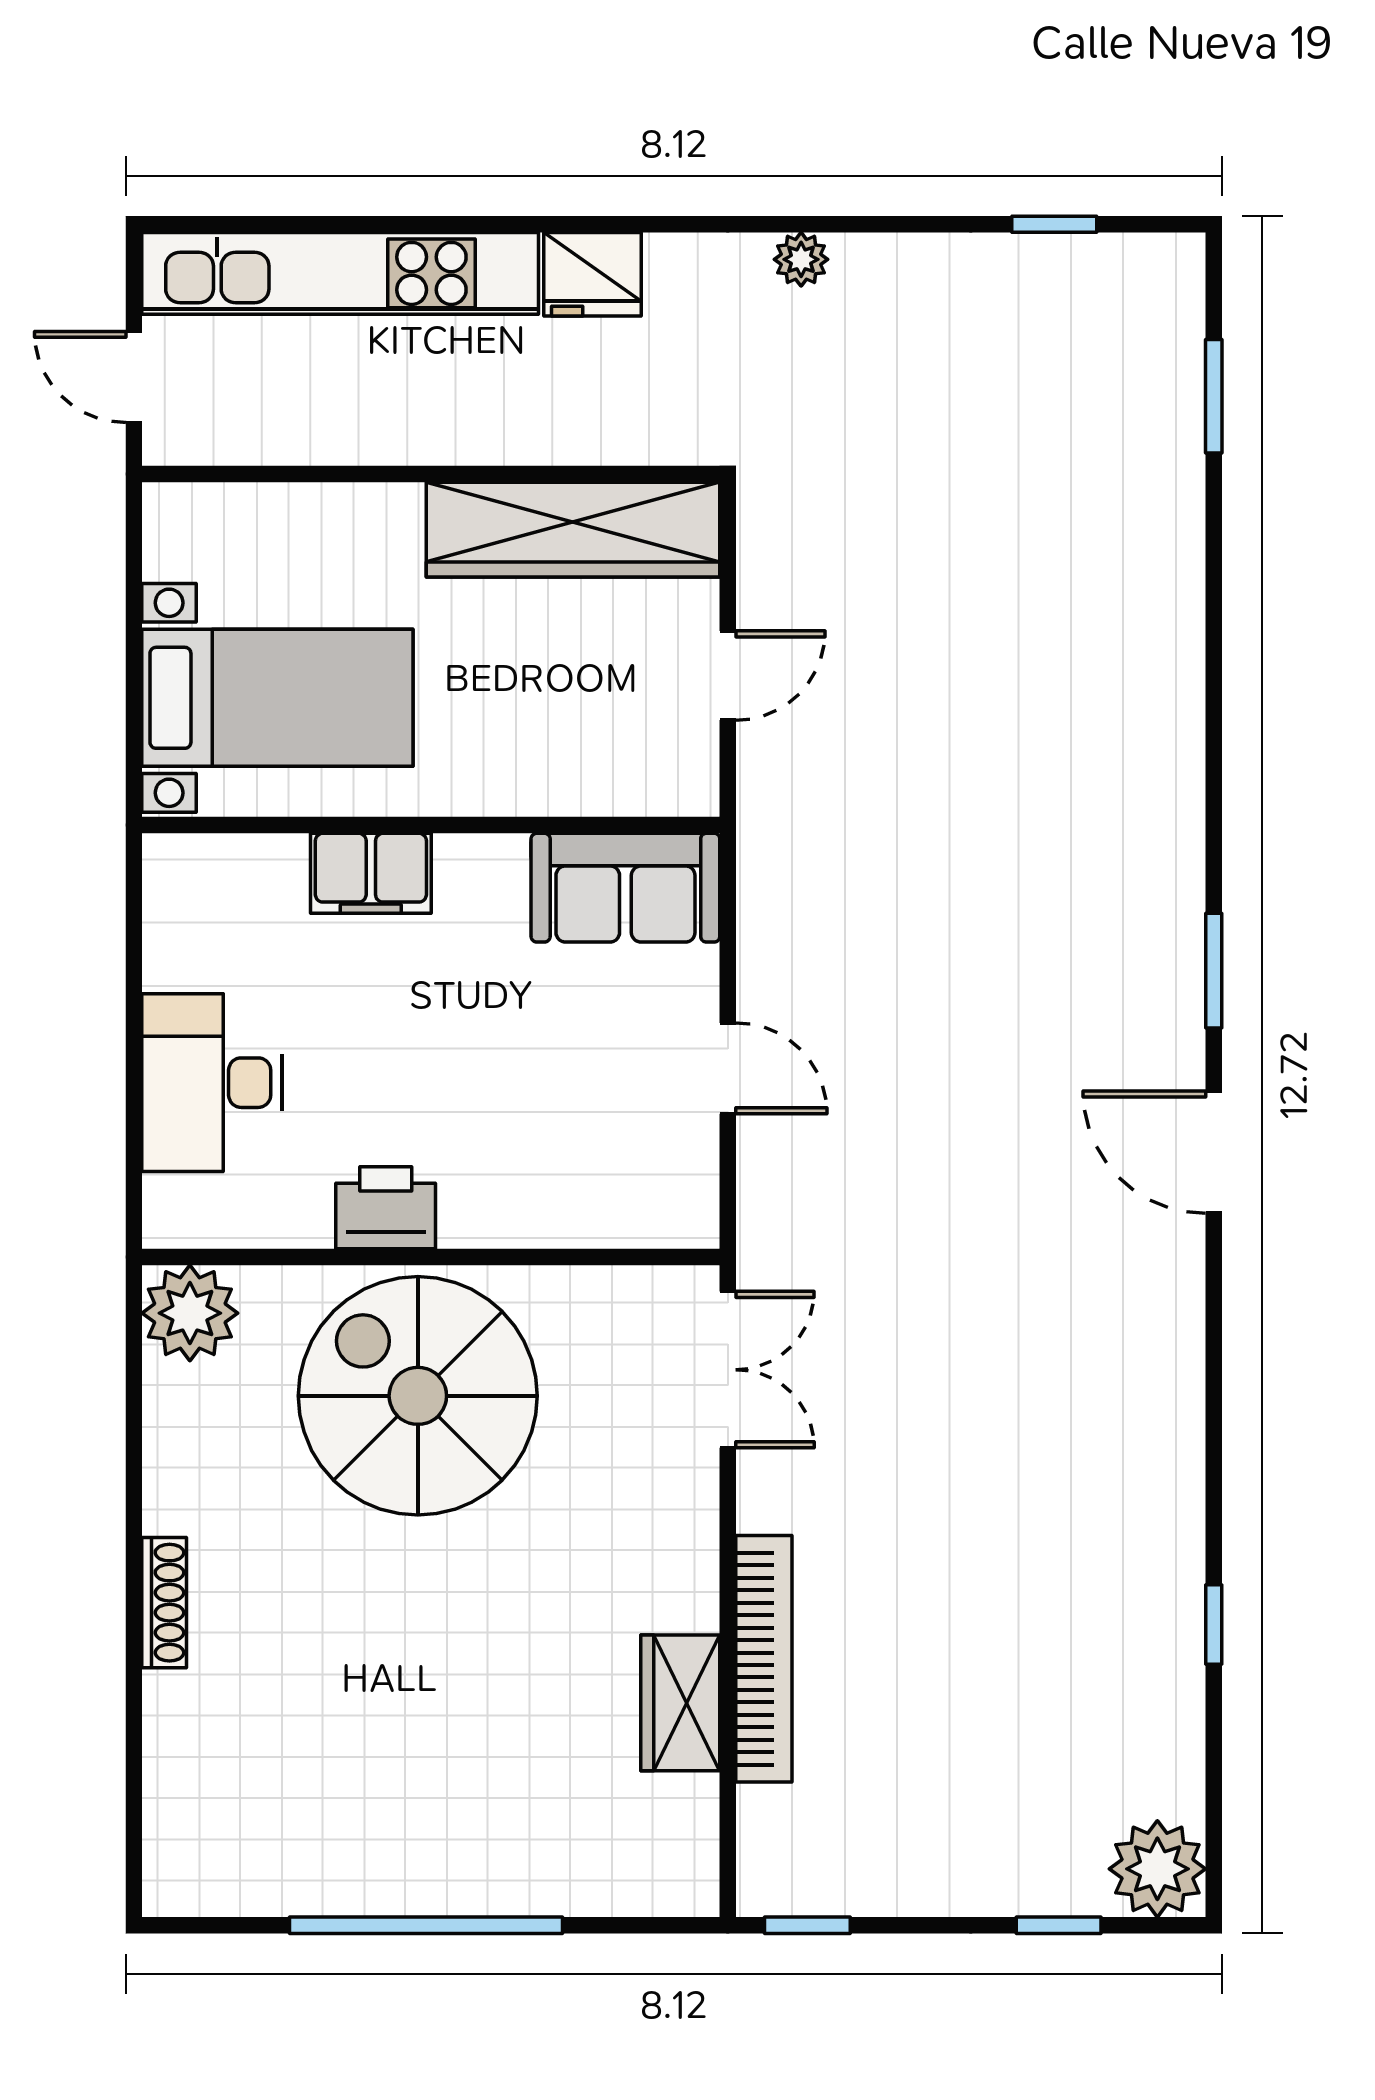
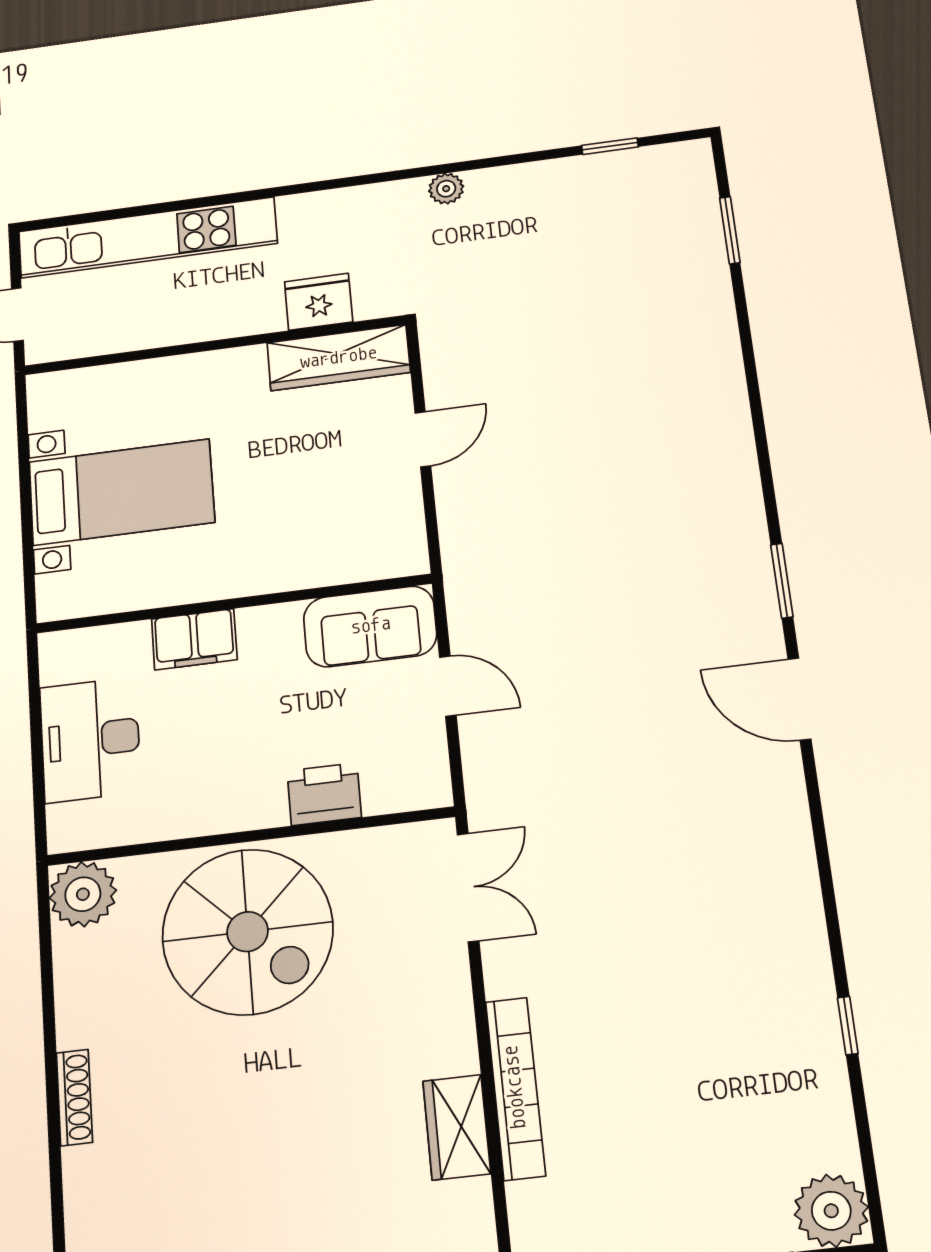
fridge: (592, 274) -> (319, 302), moved, turned 180
wardrobe: (573, 530) -> (338, 358), width x0.71, depth x0.85
wall: (431, 825) -> (233, 604), moved
filing cabinet: (371, 873) -> (194, 639), moved
sofa: (625, 888) -> (370, 626), moved
printer: (386, 1208) -> (324, 794), moved
spiral stairs: (418, 1396) -> (248, 932), turned 180

